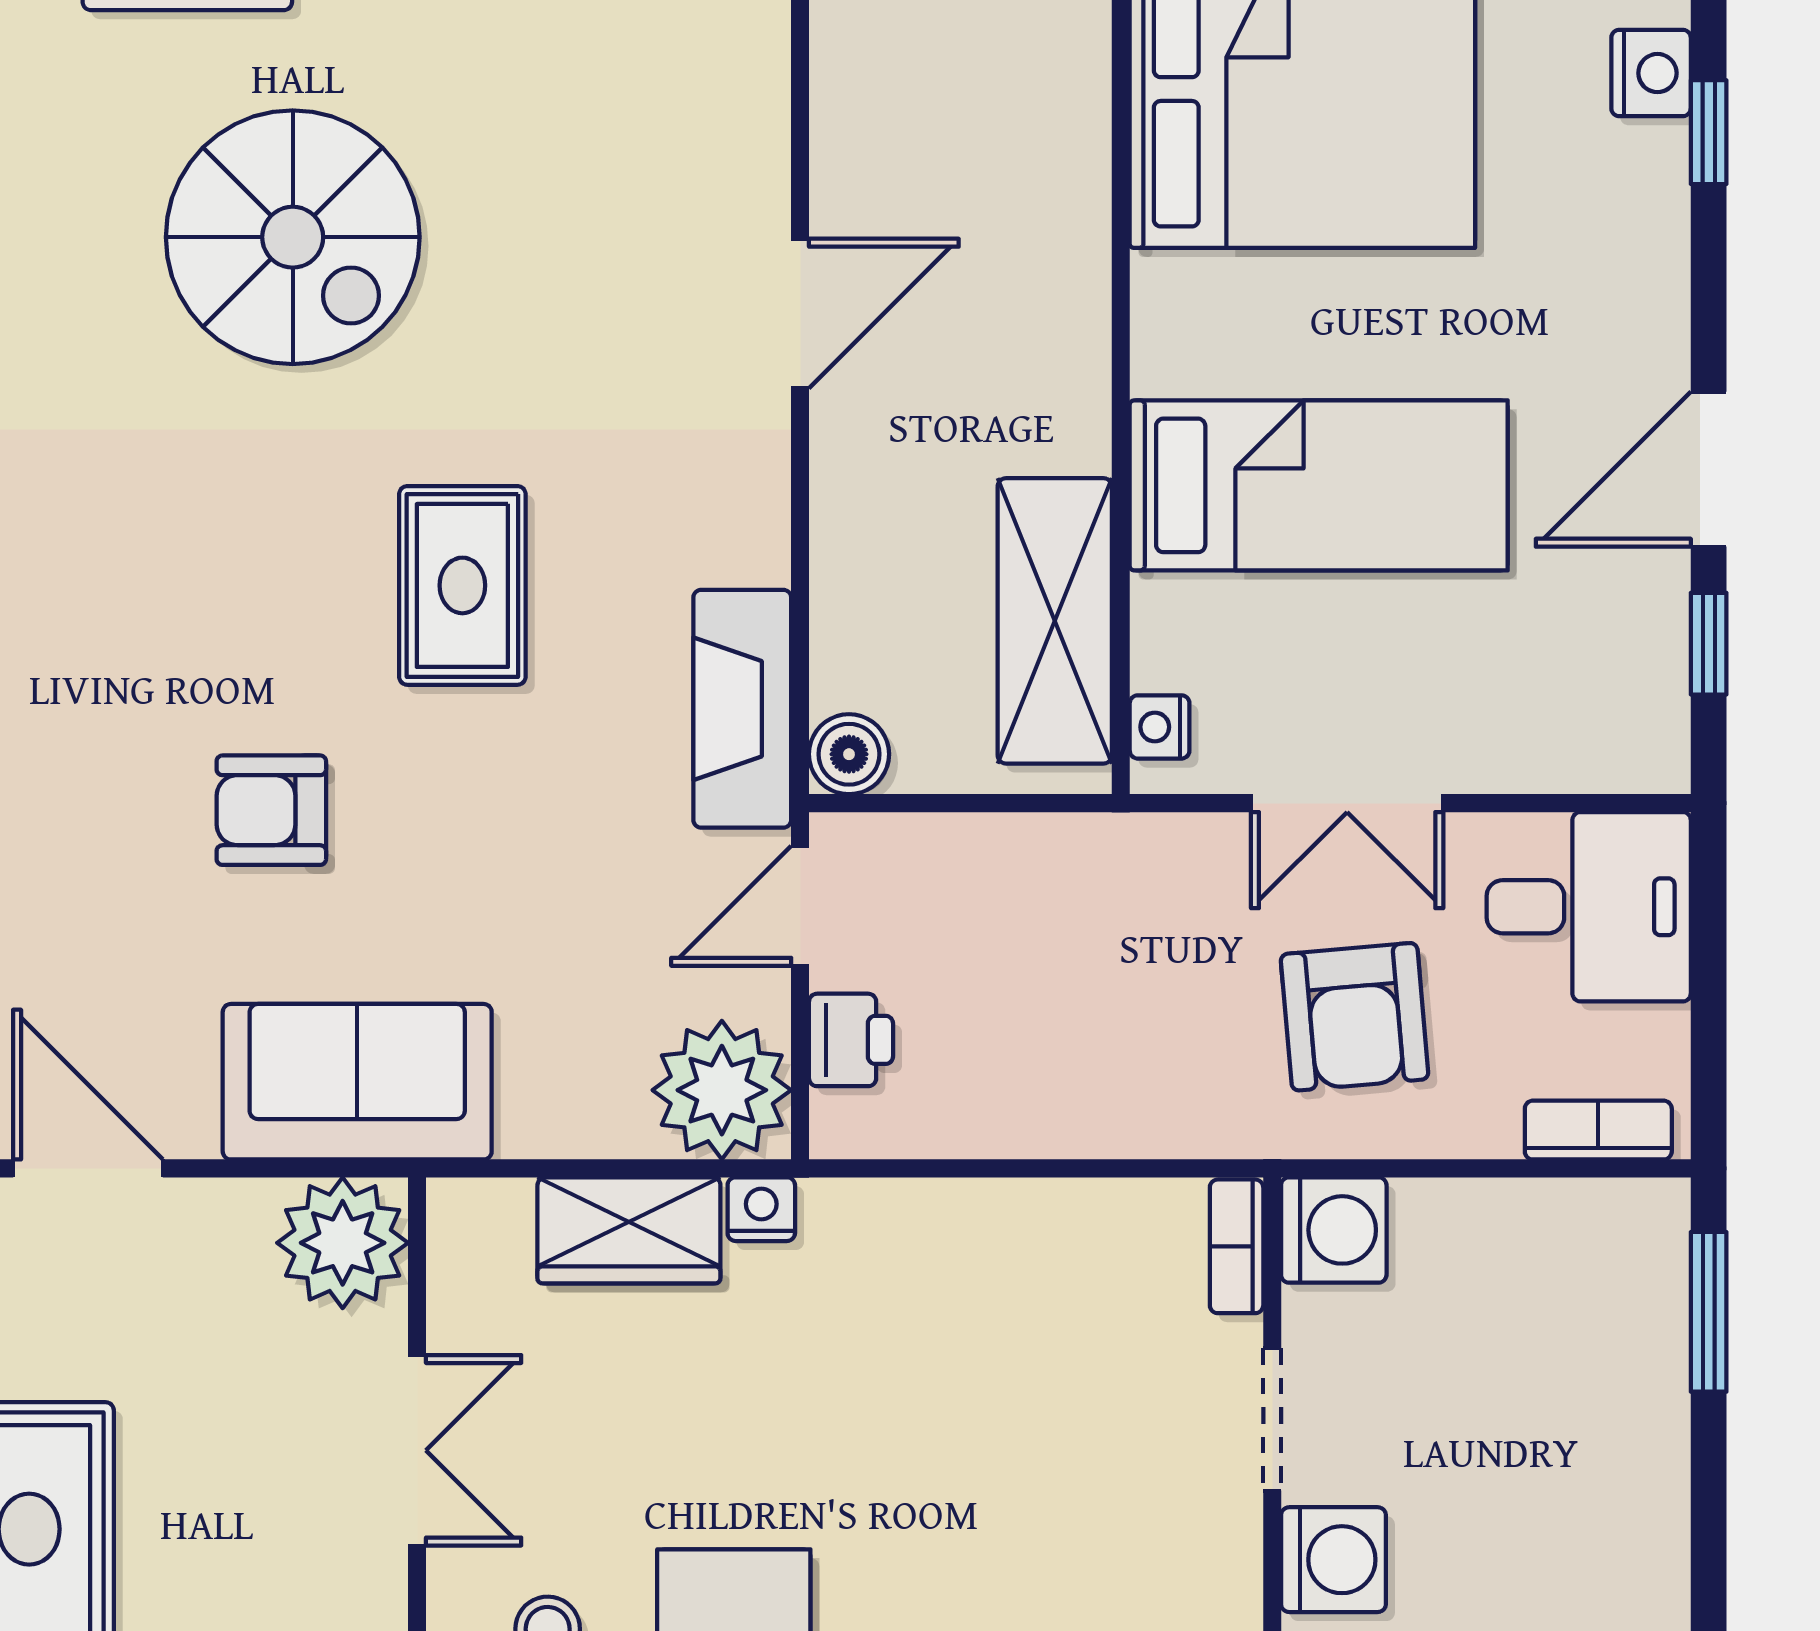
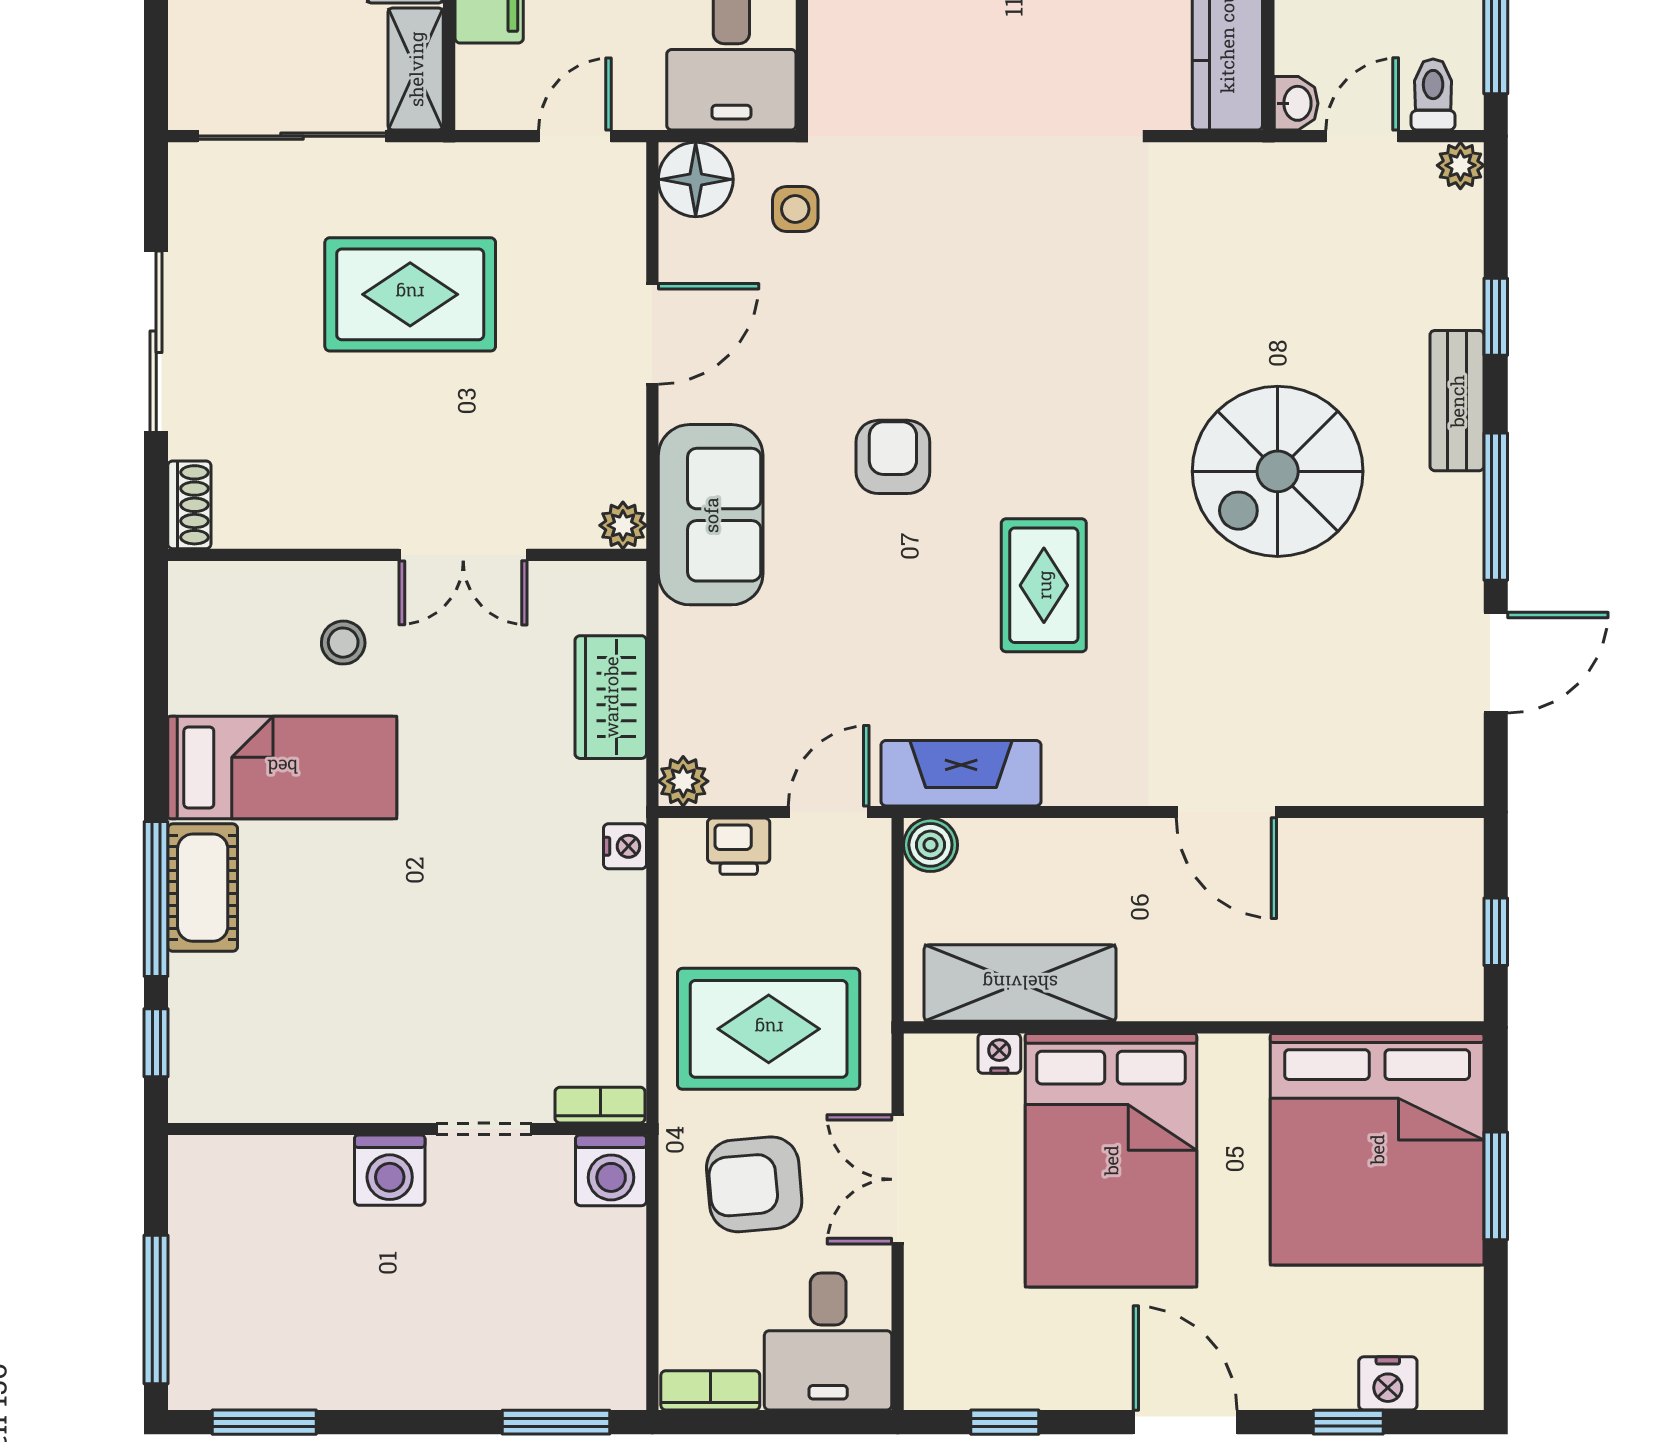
door: (1709, 469) -> (1185, 1422), moved
bed: (1319, 485) -> (1111, 1160), width x1.50
rug: (462, 585) -> (1044, 585), turned 90
nightstand: (1160, 727) -> (999, 1053), moved
door: (800, 906) -> (829, 812), hinge flipped
rug: (1123, 995) -> (769, 1029), added
plant: (722, 1090) -> (683, 781), width x0.53, depth x0.53
bookcase: (1598, 1130) -> (710, 1390), moved, turned -90
nightstand: (761, 1209) -> (625, 846), moved
plant: (343, 1243) -> (623, 525), width x0.53, depth x0.53

